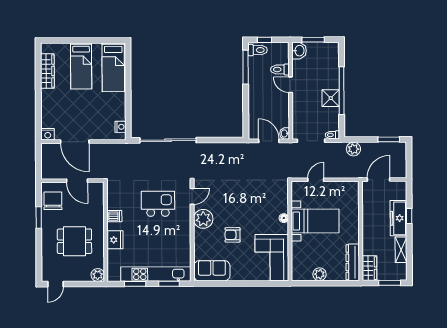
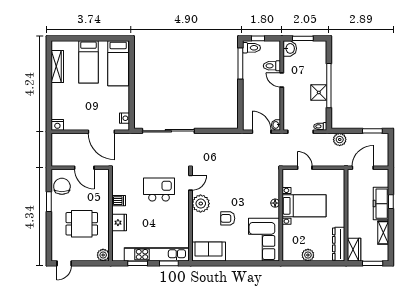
door: (75, 142) -> (101, 132), moved
door: (316, 180) -> (305, 168), hinge flipped

